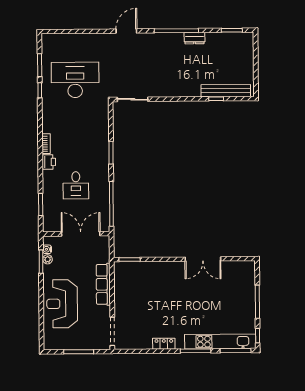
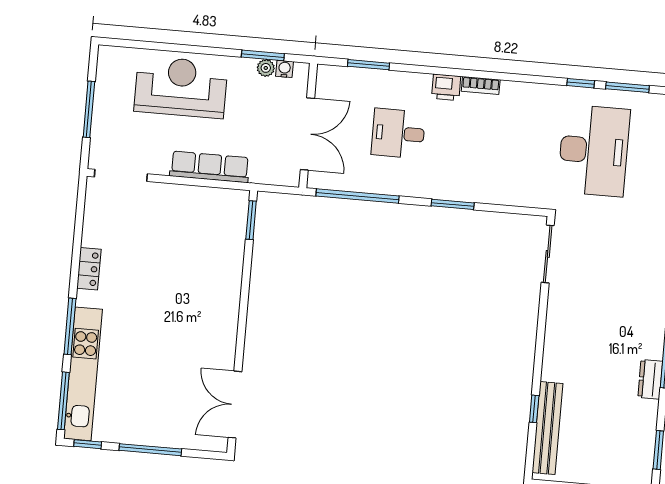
double door: (203, 259) -> (235, 405), moved

